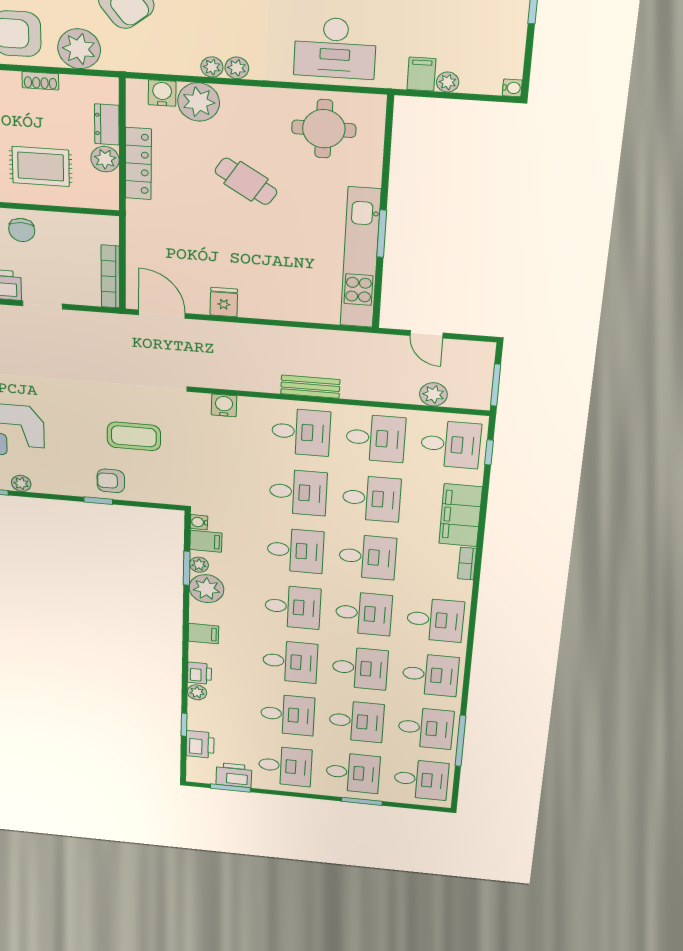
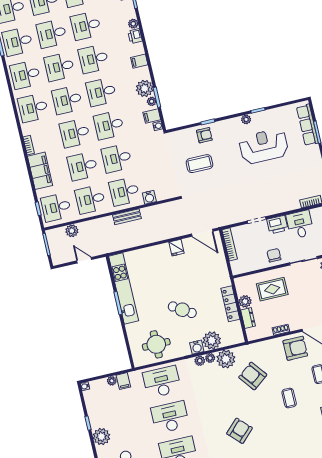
plant: (79, 49) -> (226, 359), moved
water cooler: (162, 93) -> (197, 347), moved
water cooler: (224, 405) -> (149, 197), moved

